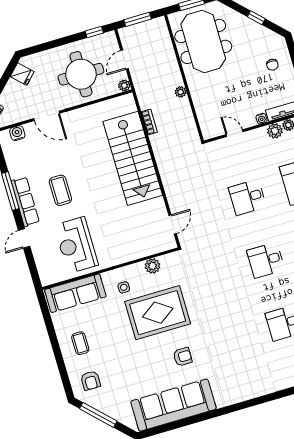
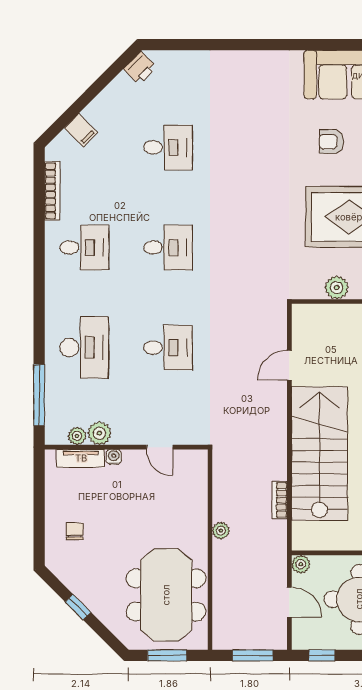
door: (124, 60) -> (289, 602), hinge flipped
door: (173, 224) -> (289, 365), moved

